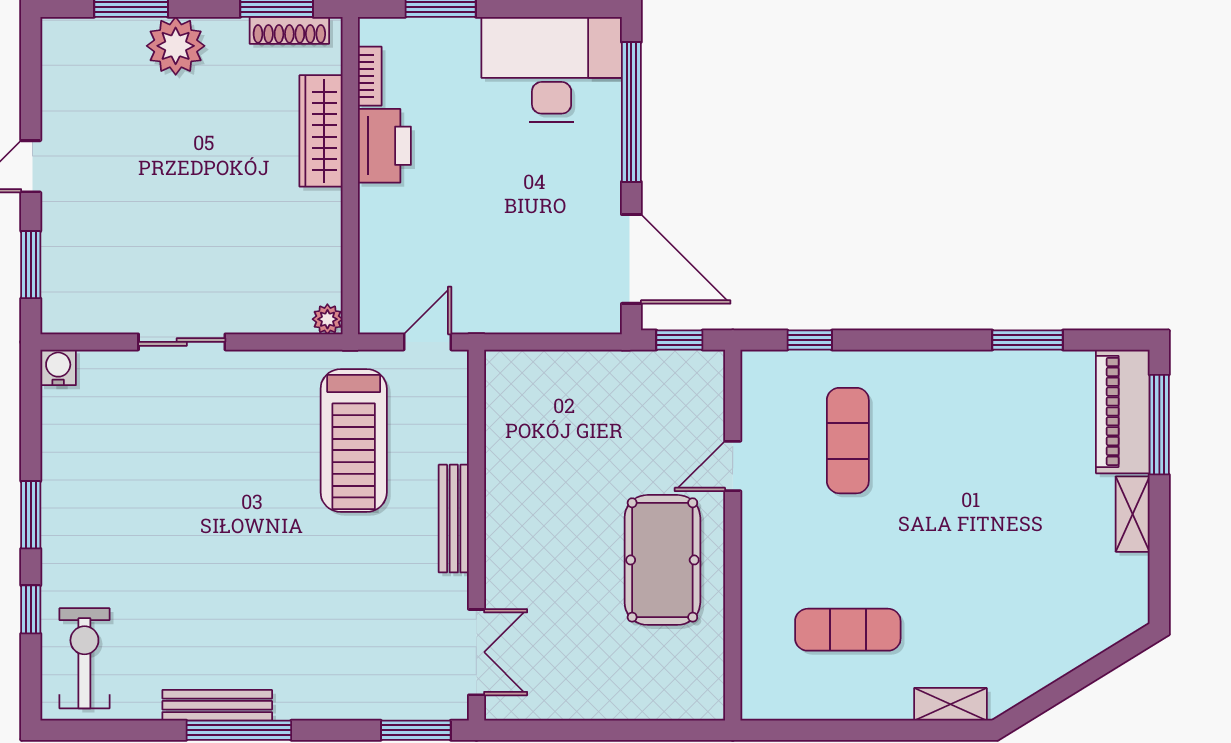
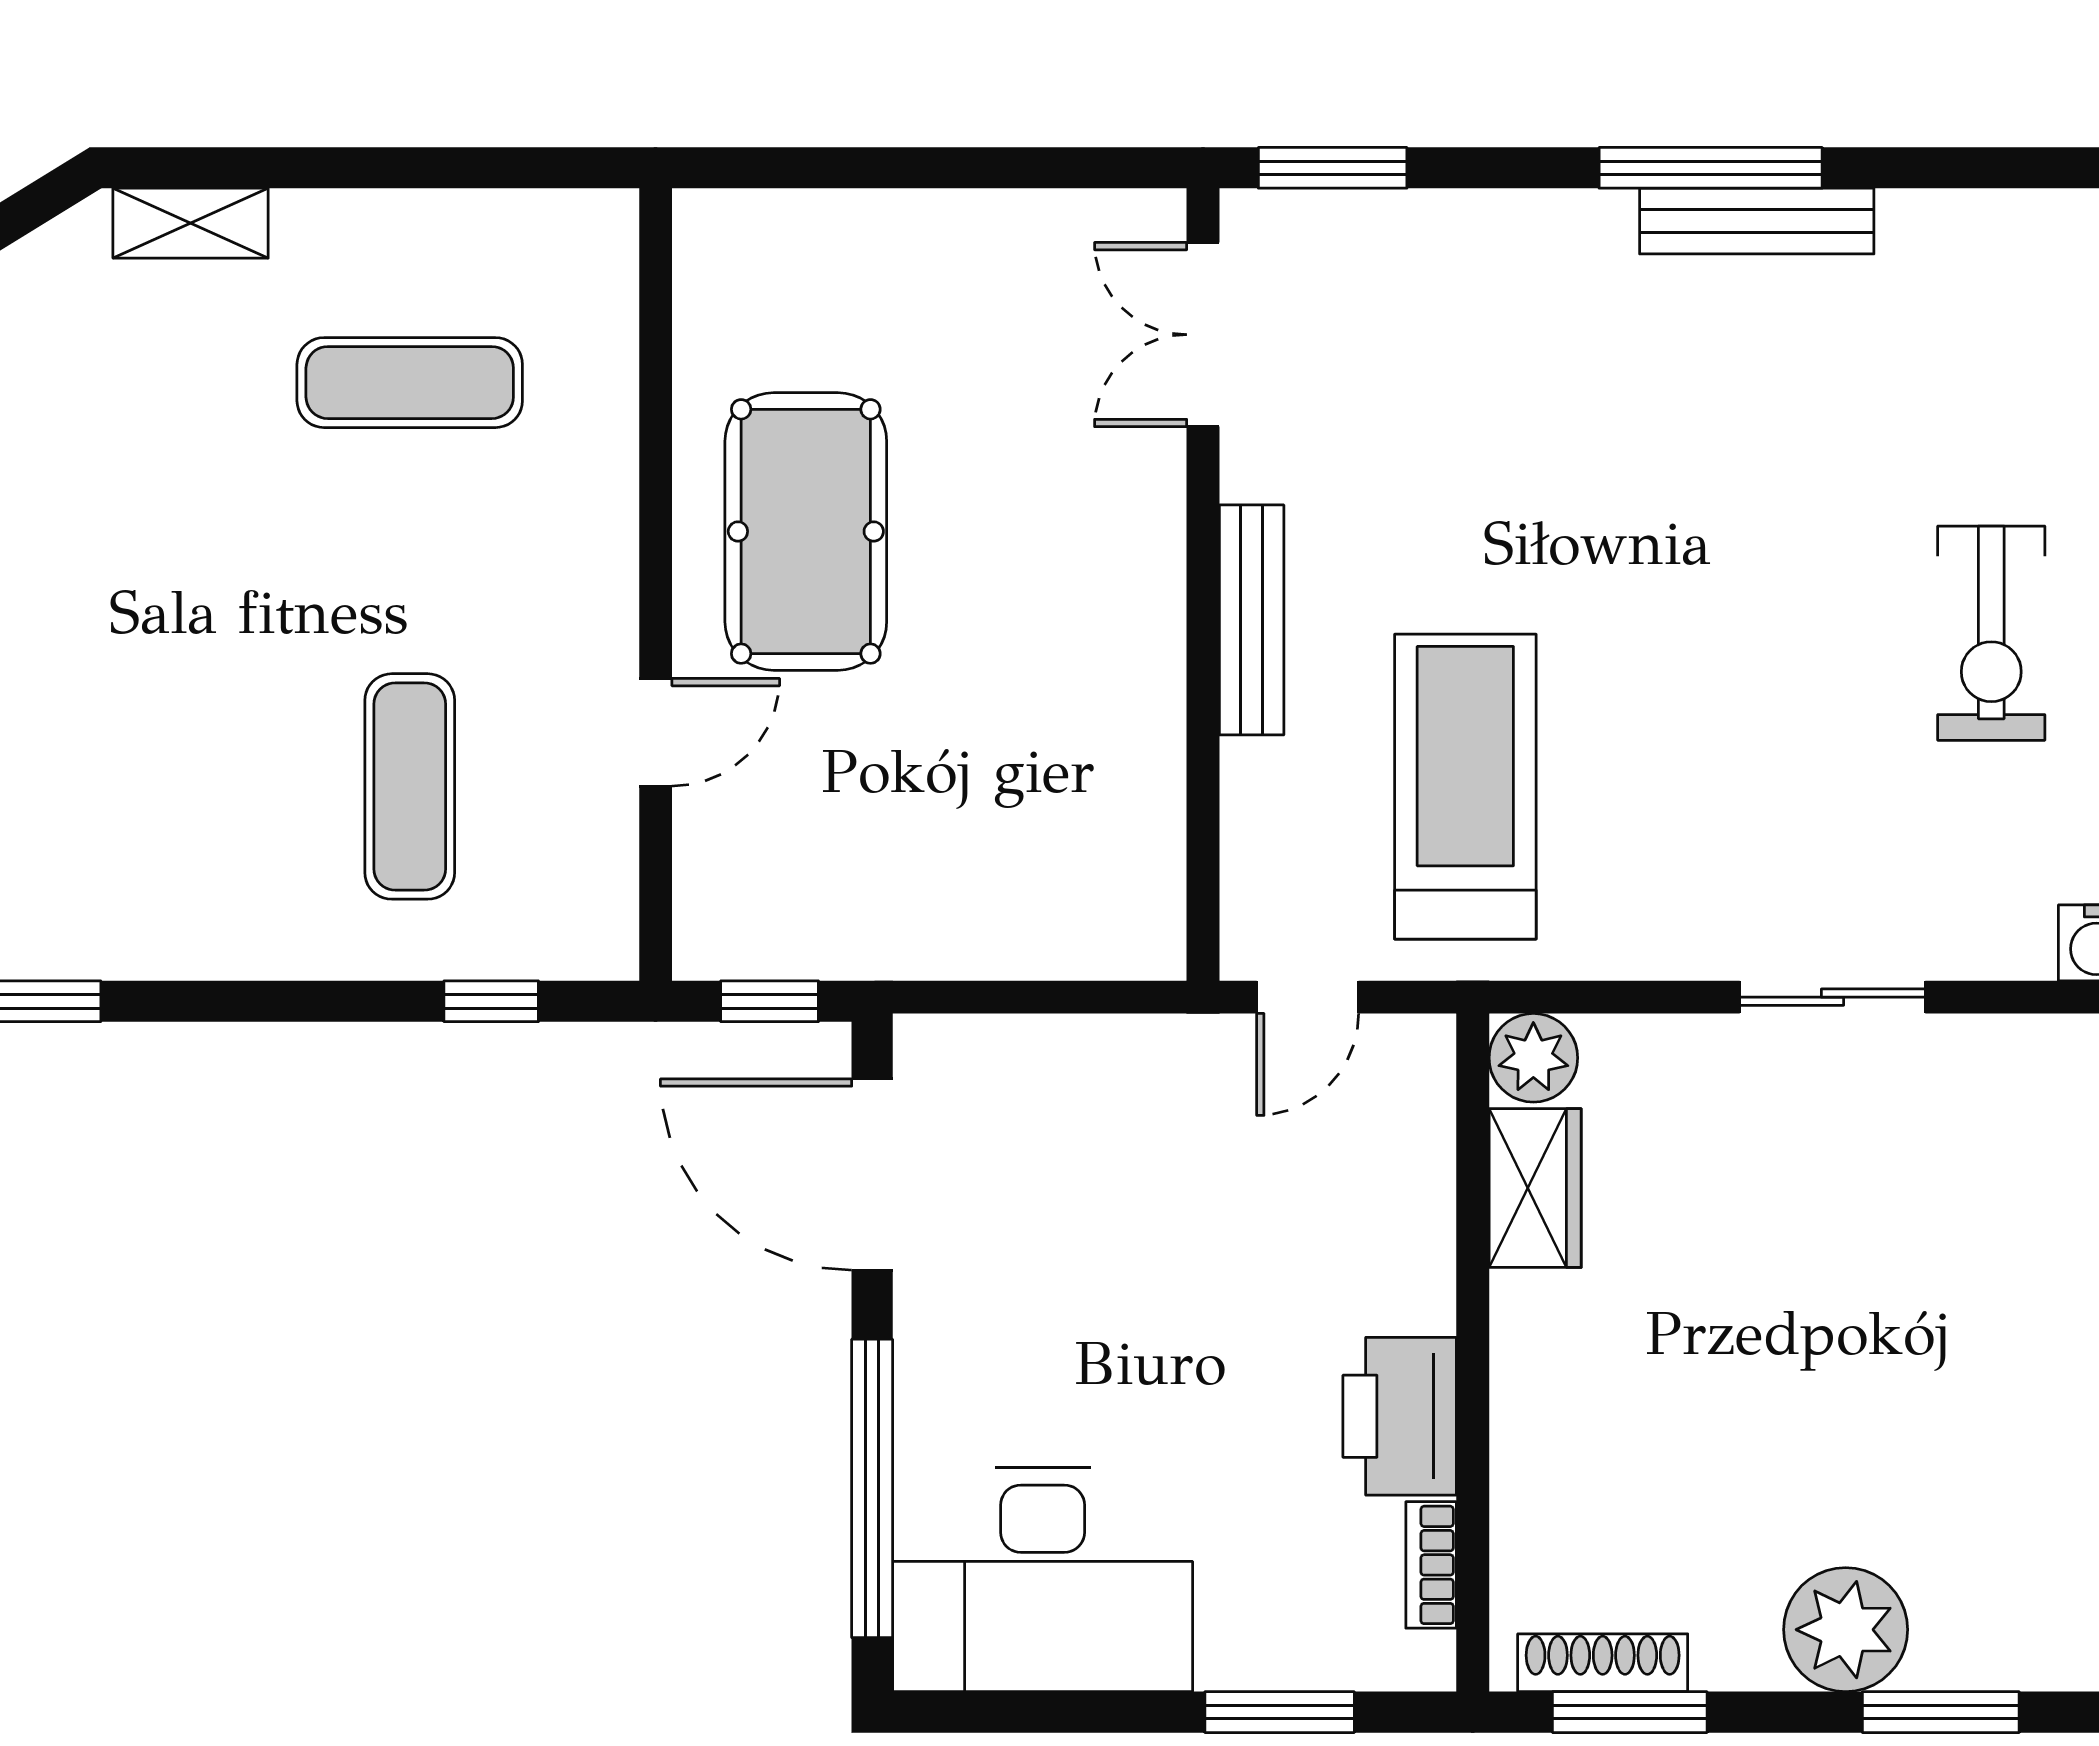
wardrobe: (321, 131) -> (1535, 1188), moved, width x0.67
plant: (327, 319) -> (1533, 1058), width x1.38, depth x1.38
exercise bike: (84, 658) -> (1991, 633), moved

